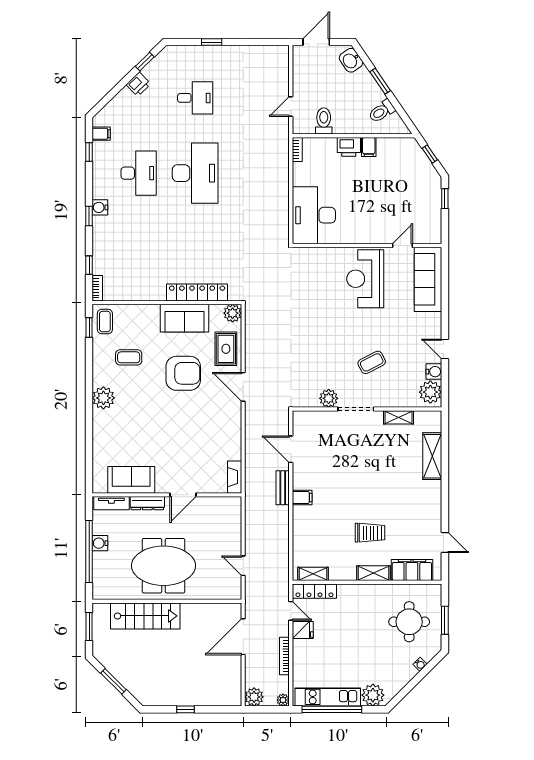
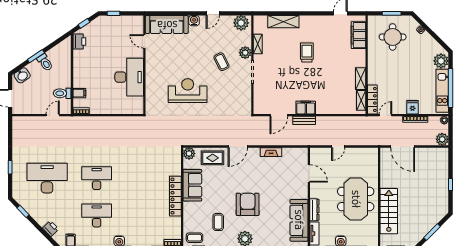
printer: (138, 84) -> (51, 229), moved
desk: (195, 98) -> (47, 178), width x1.87, depth x1.30
door: (291, 107) -> (53, 115), swing flipped
toilet: (382, 111) -> (45, 62), moved
printer: (349, 147) -> (79, 41), moved
filing cabinet: (369, 147) -> (79, 93), moved
desk: (195, 173) -> (97, 178), width x0.73, depth x0.77
desk: (314, 215) -> (129, 77), moved, turned -90
reception desk: (365, 279) -> (188, 91), moved, turned 180
locker: (197, 292) -> (175, 196), moved
water cooler: (434, 372) -> (194, 21), moved
armchair: (183, 373) -> (248, 204), moved
plant: (329, 398) -> (245, 53), moved
fireplace: (235, 477) -> (271, 152), moved
sofa: (131, 480) -> (299, 220), width x1.36
door: (183, 495) -> (309, 173), moved
filing cabinet: (302, 497) -> (306, 108), width x2.00
trolley: (370, 533) -> (307, 52), moved
door: (243, 566) -> (338, 147), moved
shelving: (373, 573) -> (361, 79), moved
fridge: (303, 630) -> (413, 107), moved

